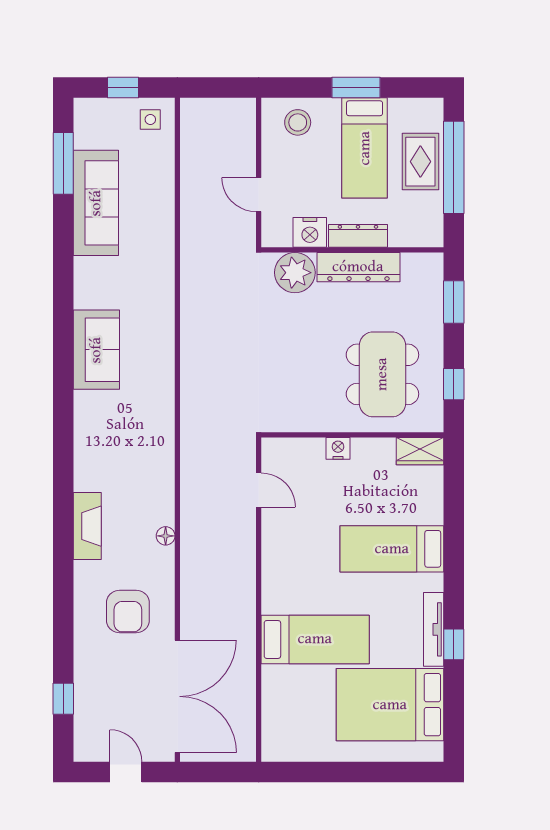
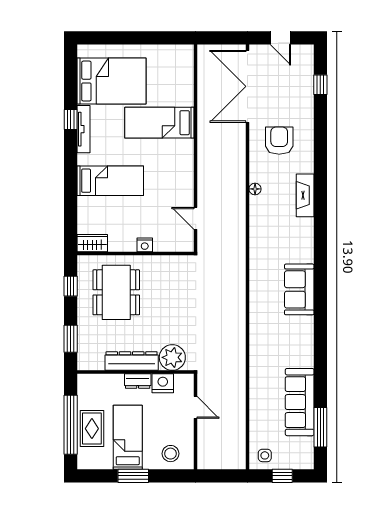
dresser: (358, 236) -> (138, 381), width x0.70
sofa: (96, 350) -> (299, 289), moved

